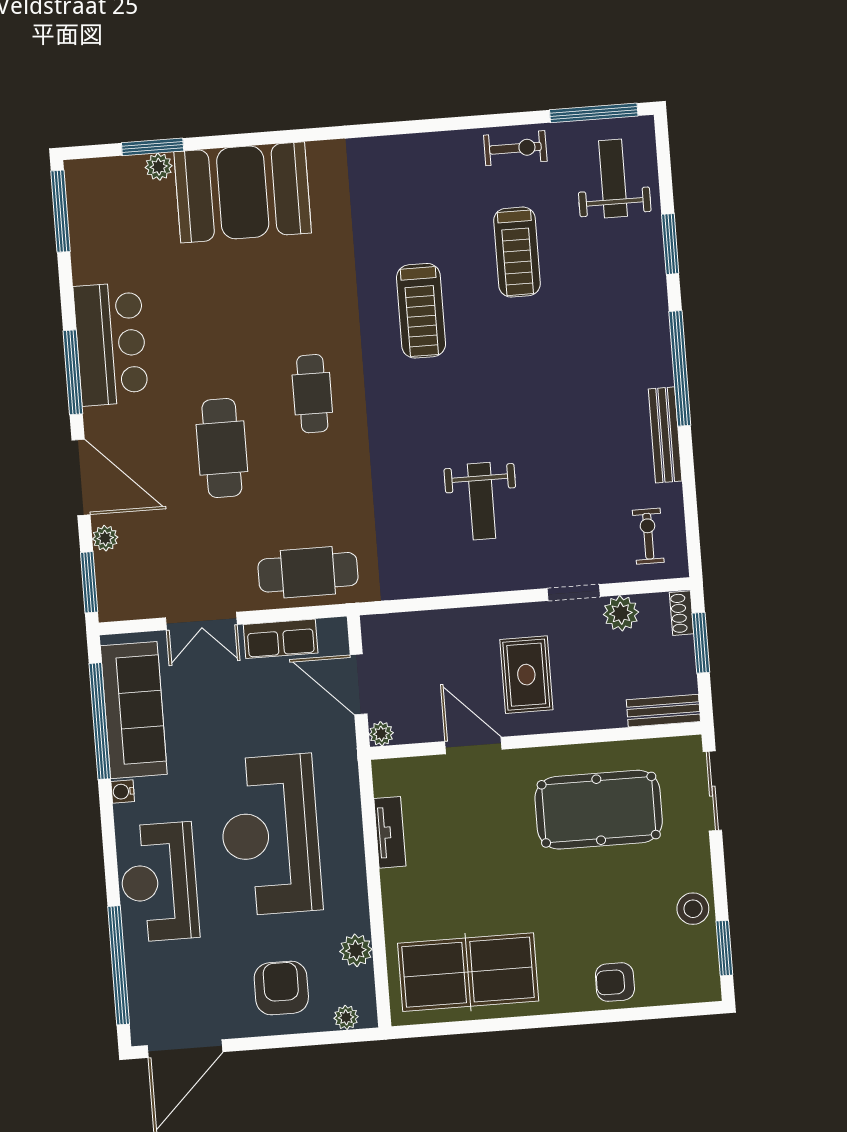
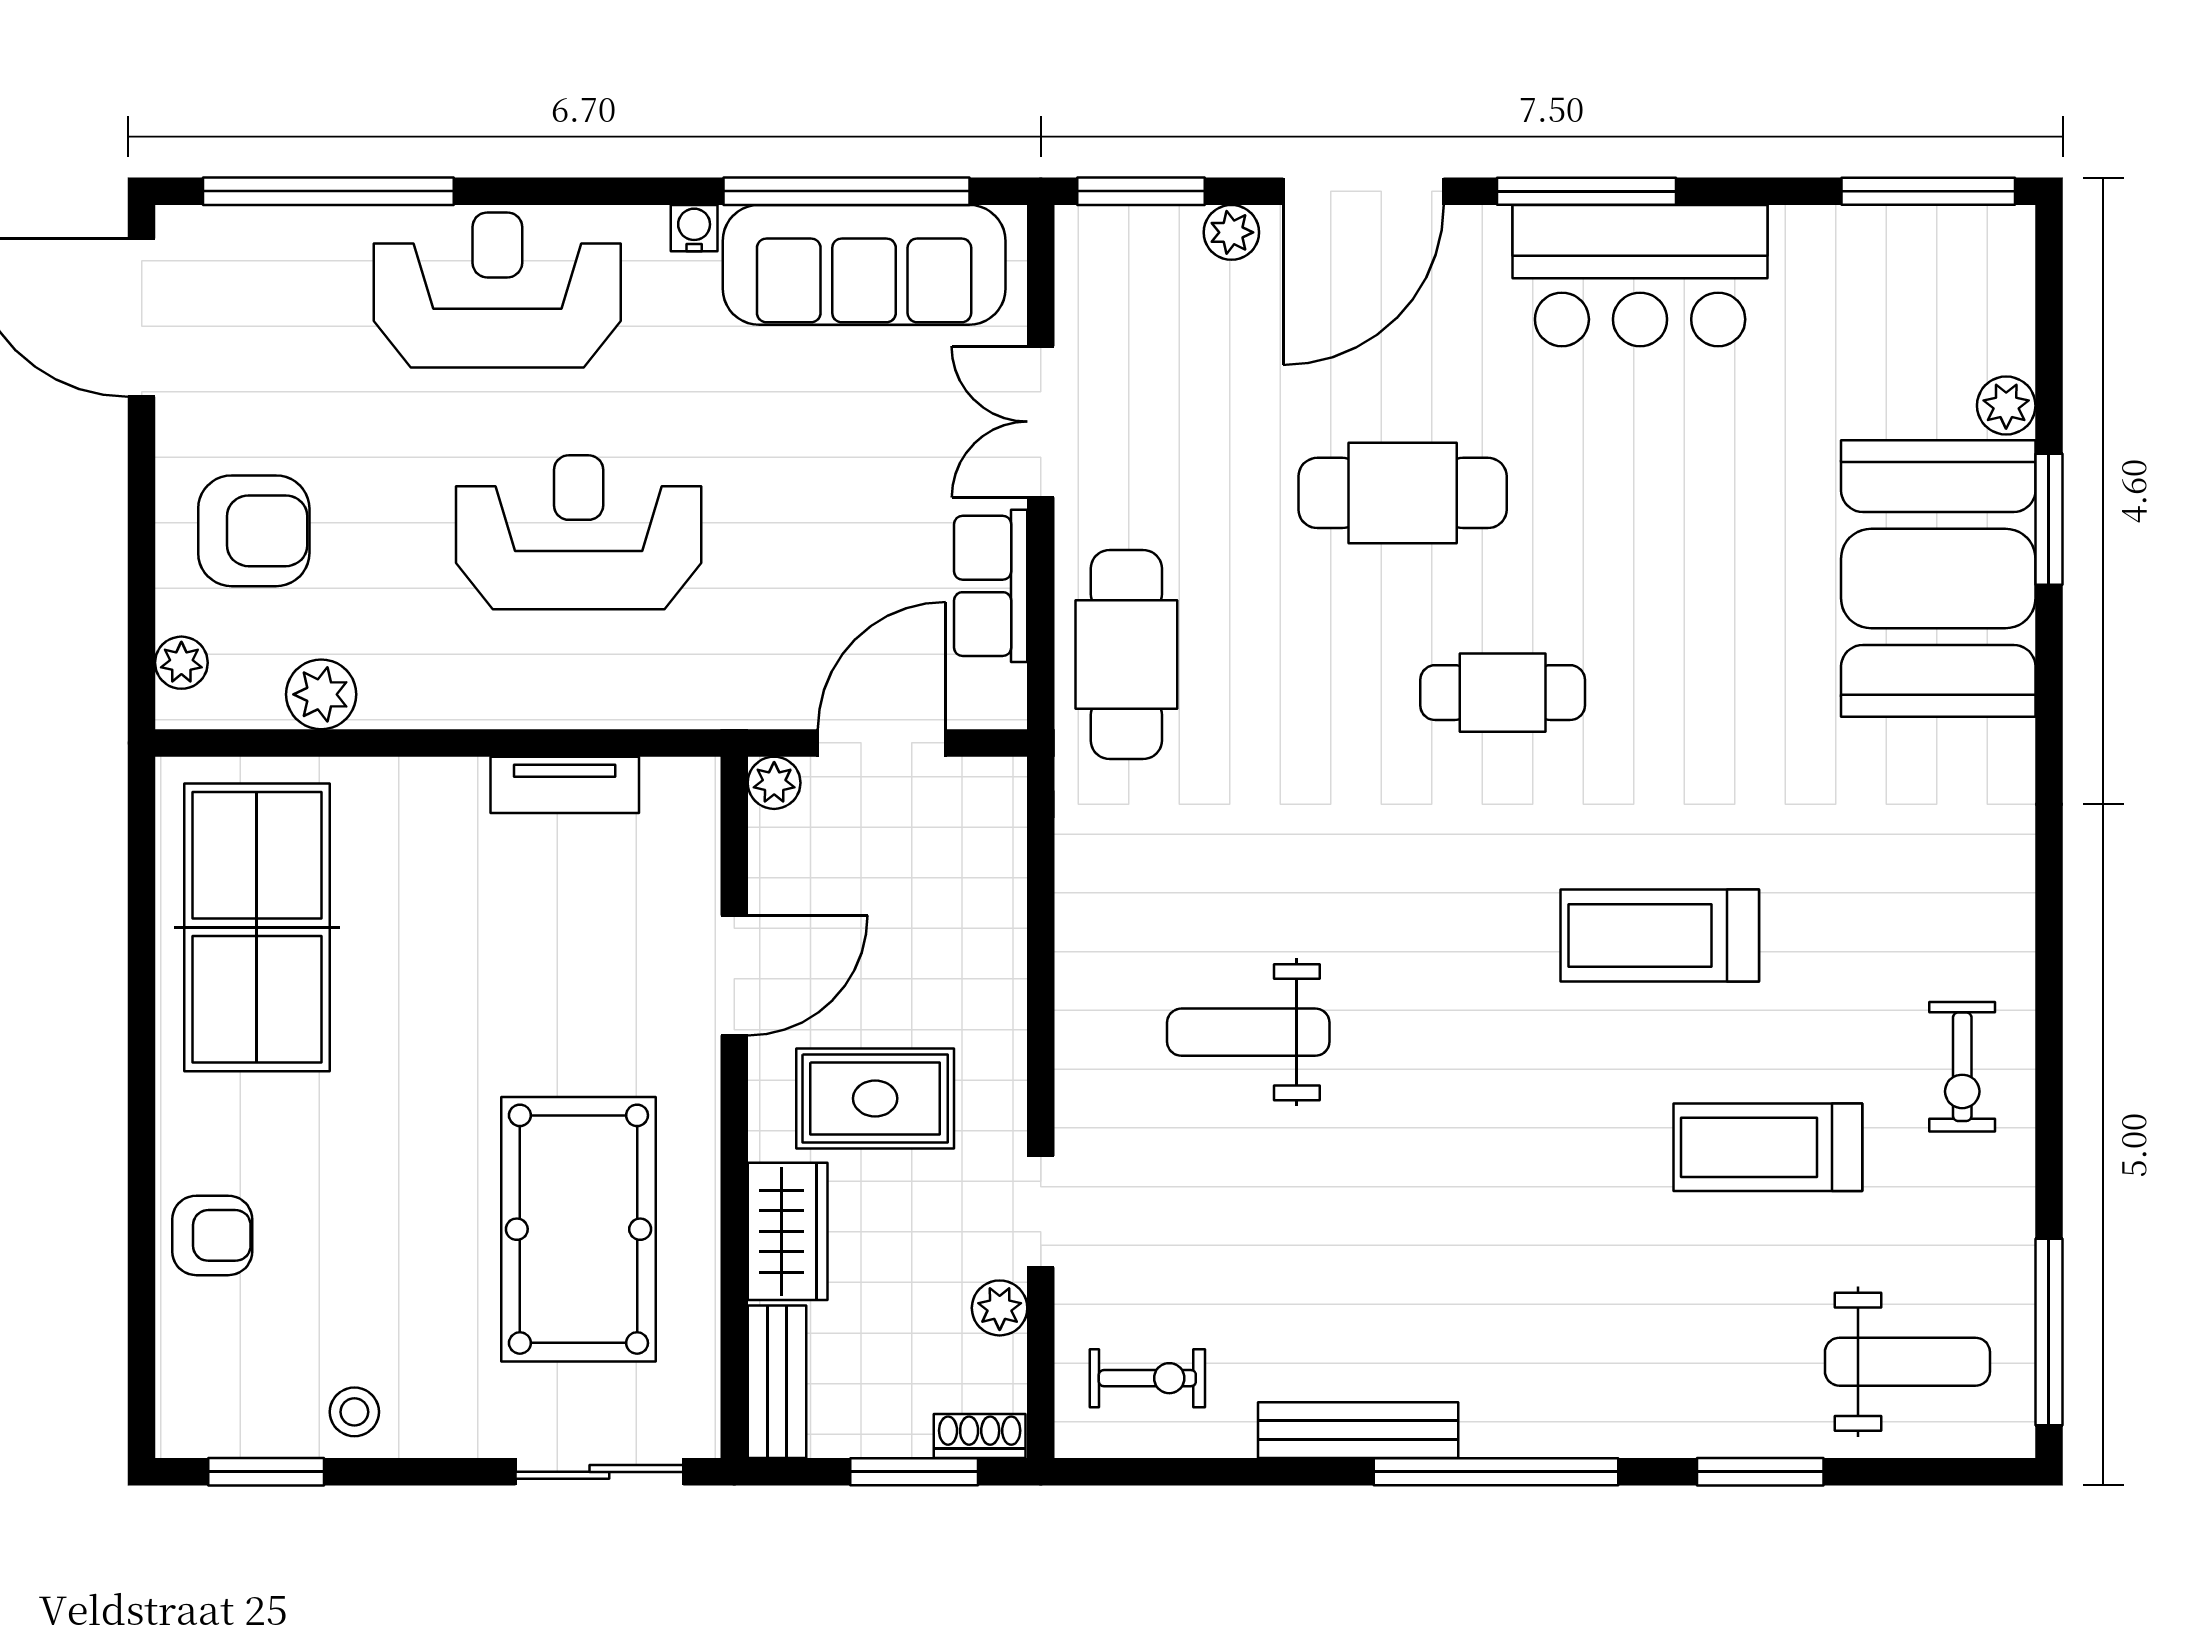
window: (153, 147) -> (2049, 519), moved
exercise bike: (515, 148) -> (1962, 1067), moved
plant: (621, 613) -> (1000, 1308), width x0.73, depth x0.73
wardrobe: (592, 711) -> (788, 1231), added
reception desk: (270, 835) -> (579, 532), width x0.74, depth x0.77
stool: (693, 909) -> (354, 1412), width x0.73, depth x0.73
armchair: (615, 982) -> (212, 1235), turned 90

